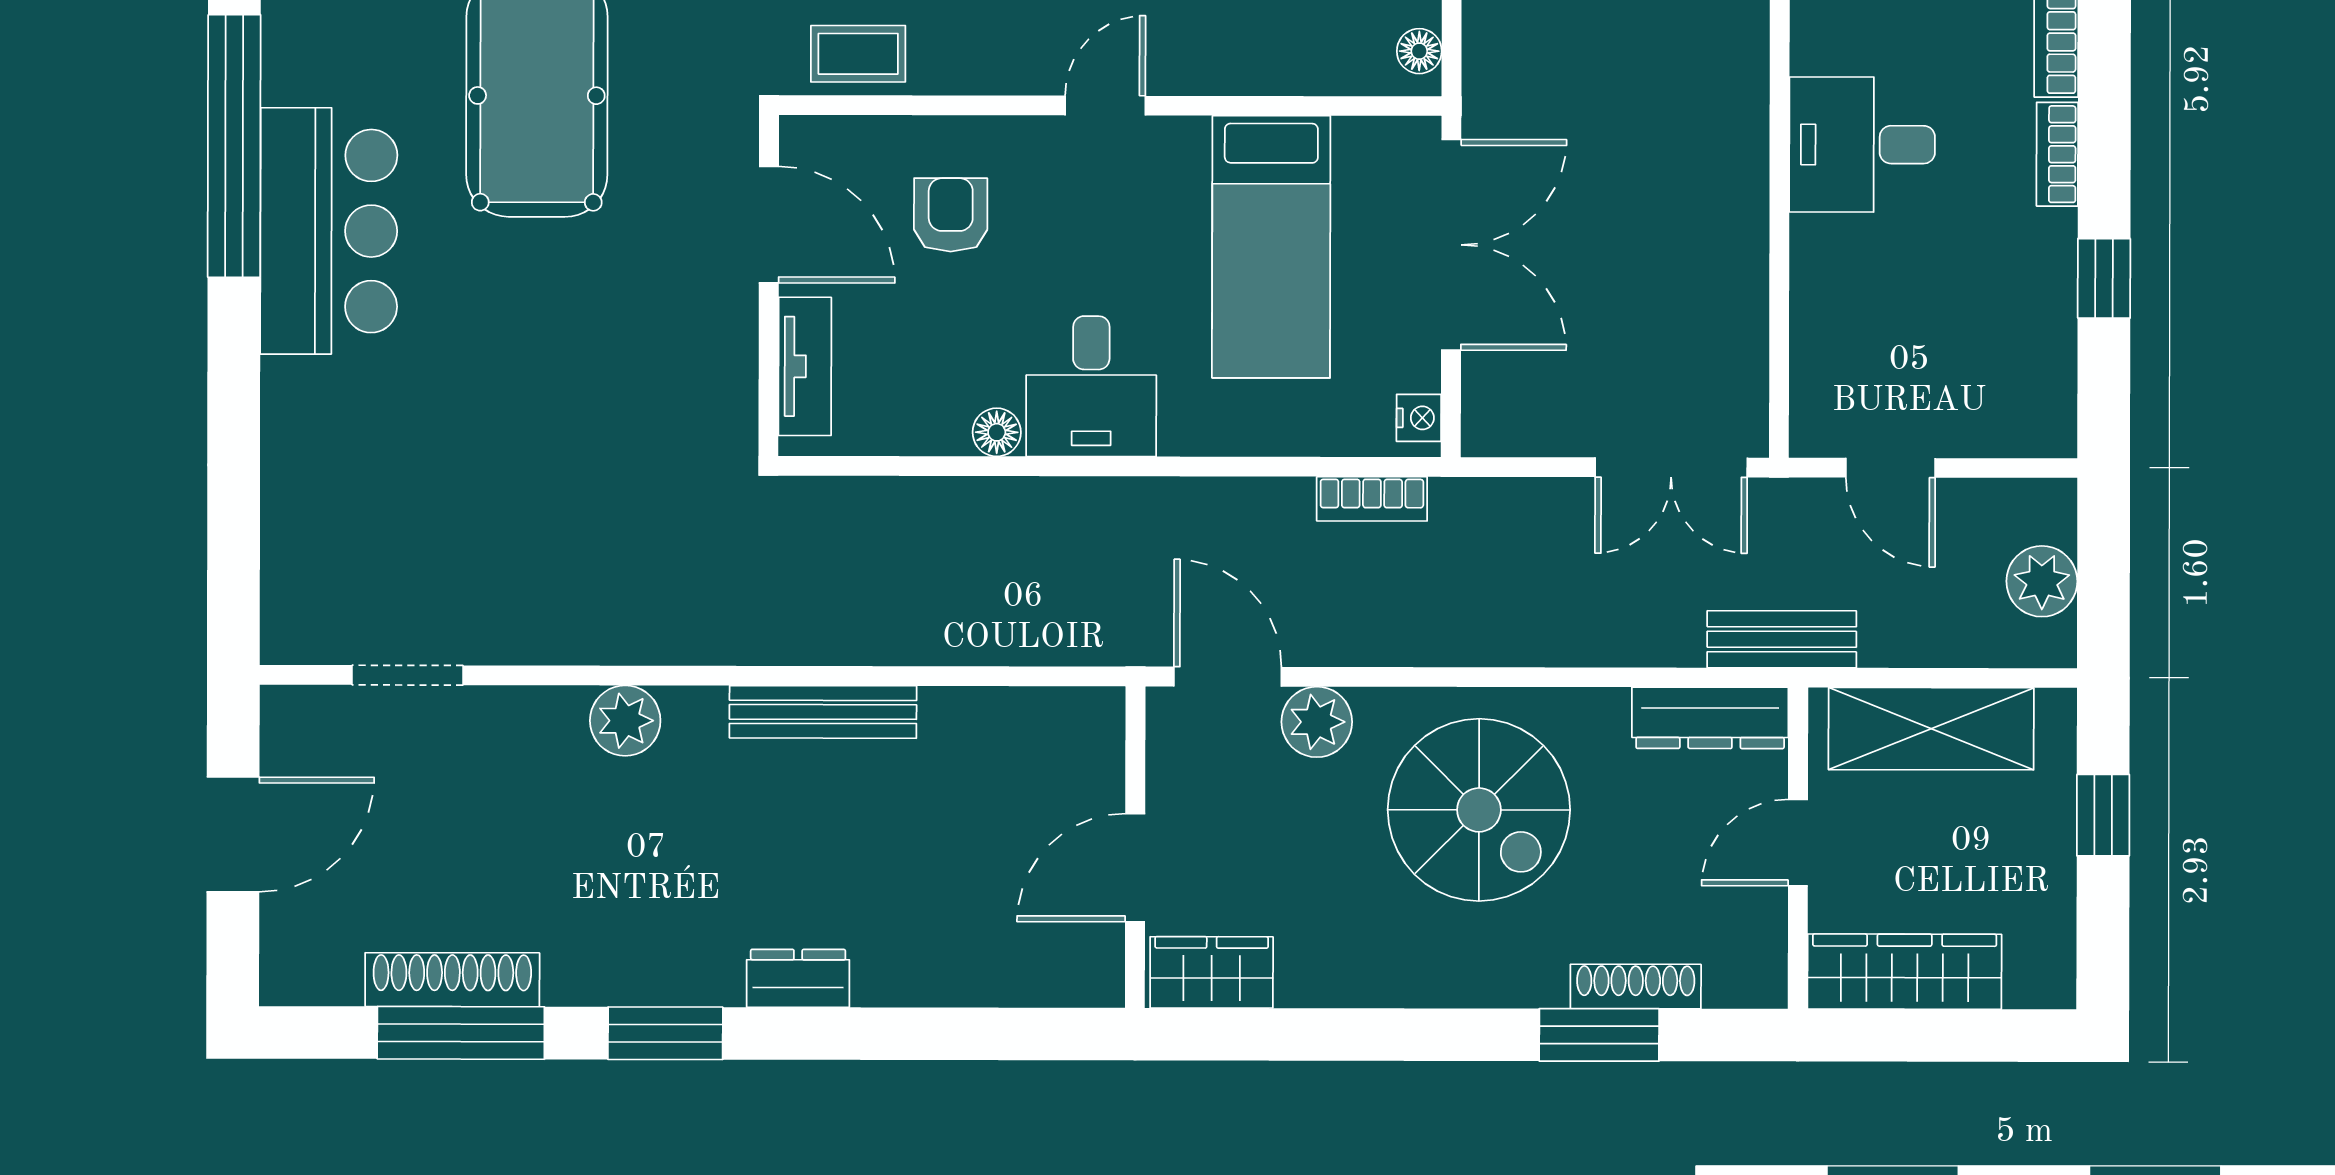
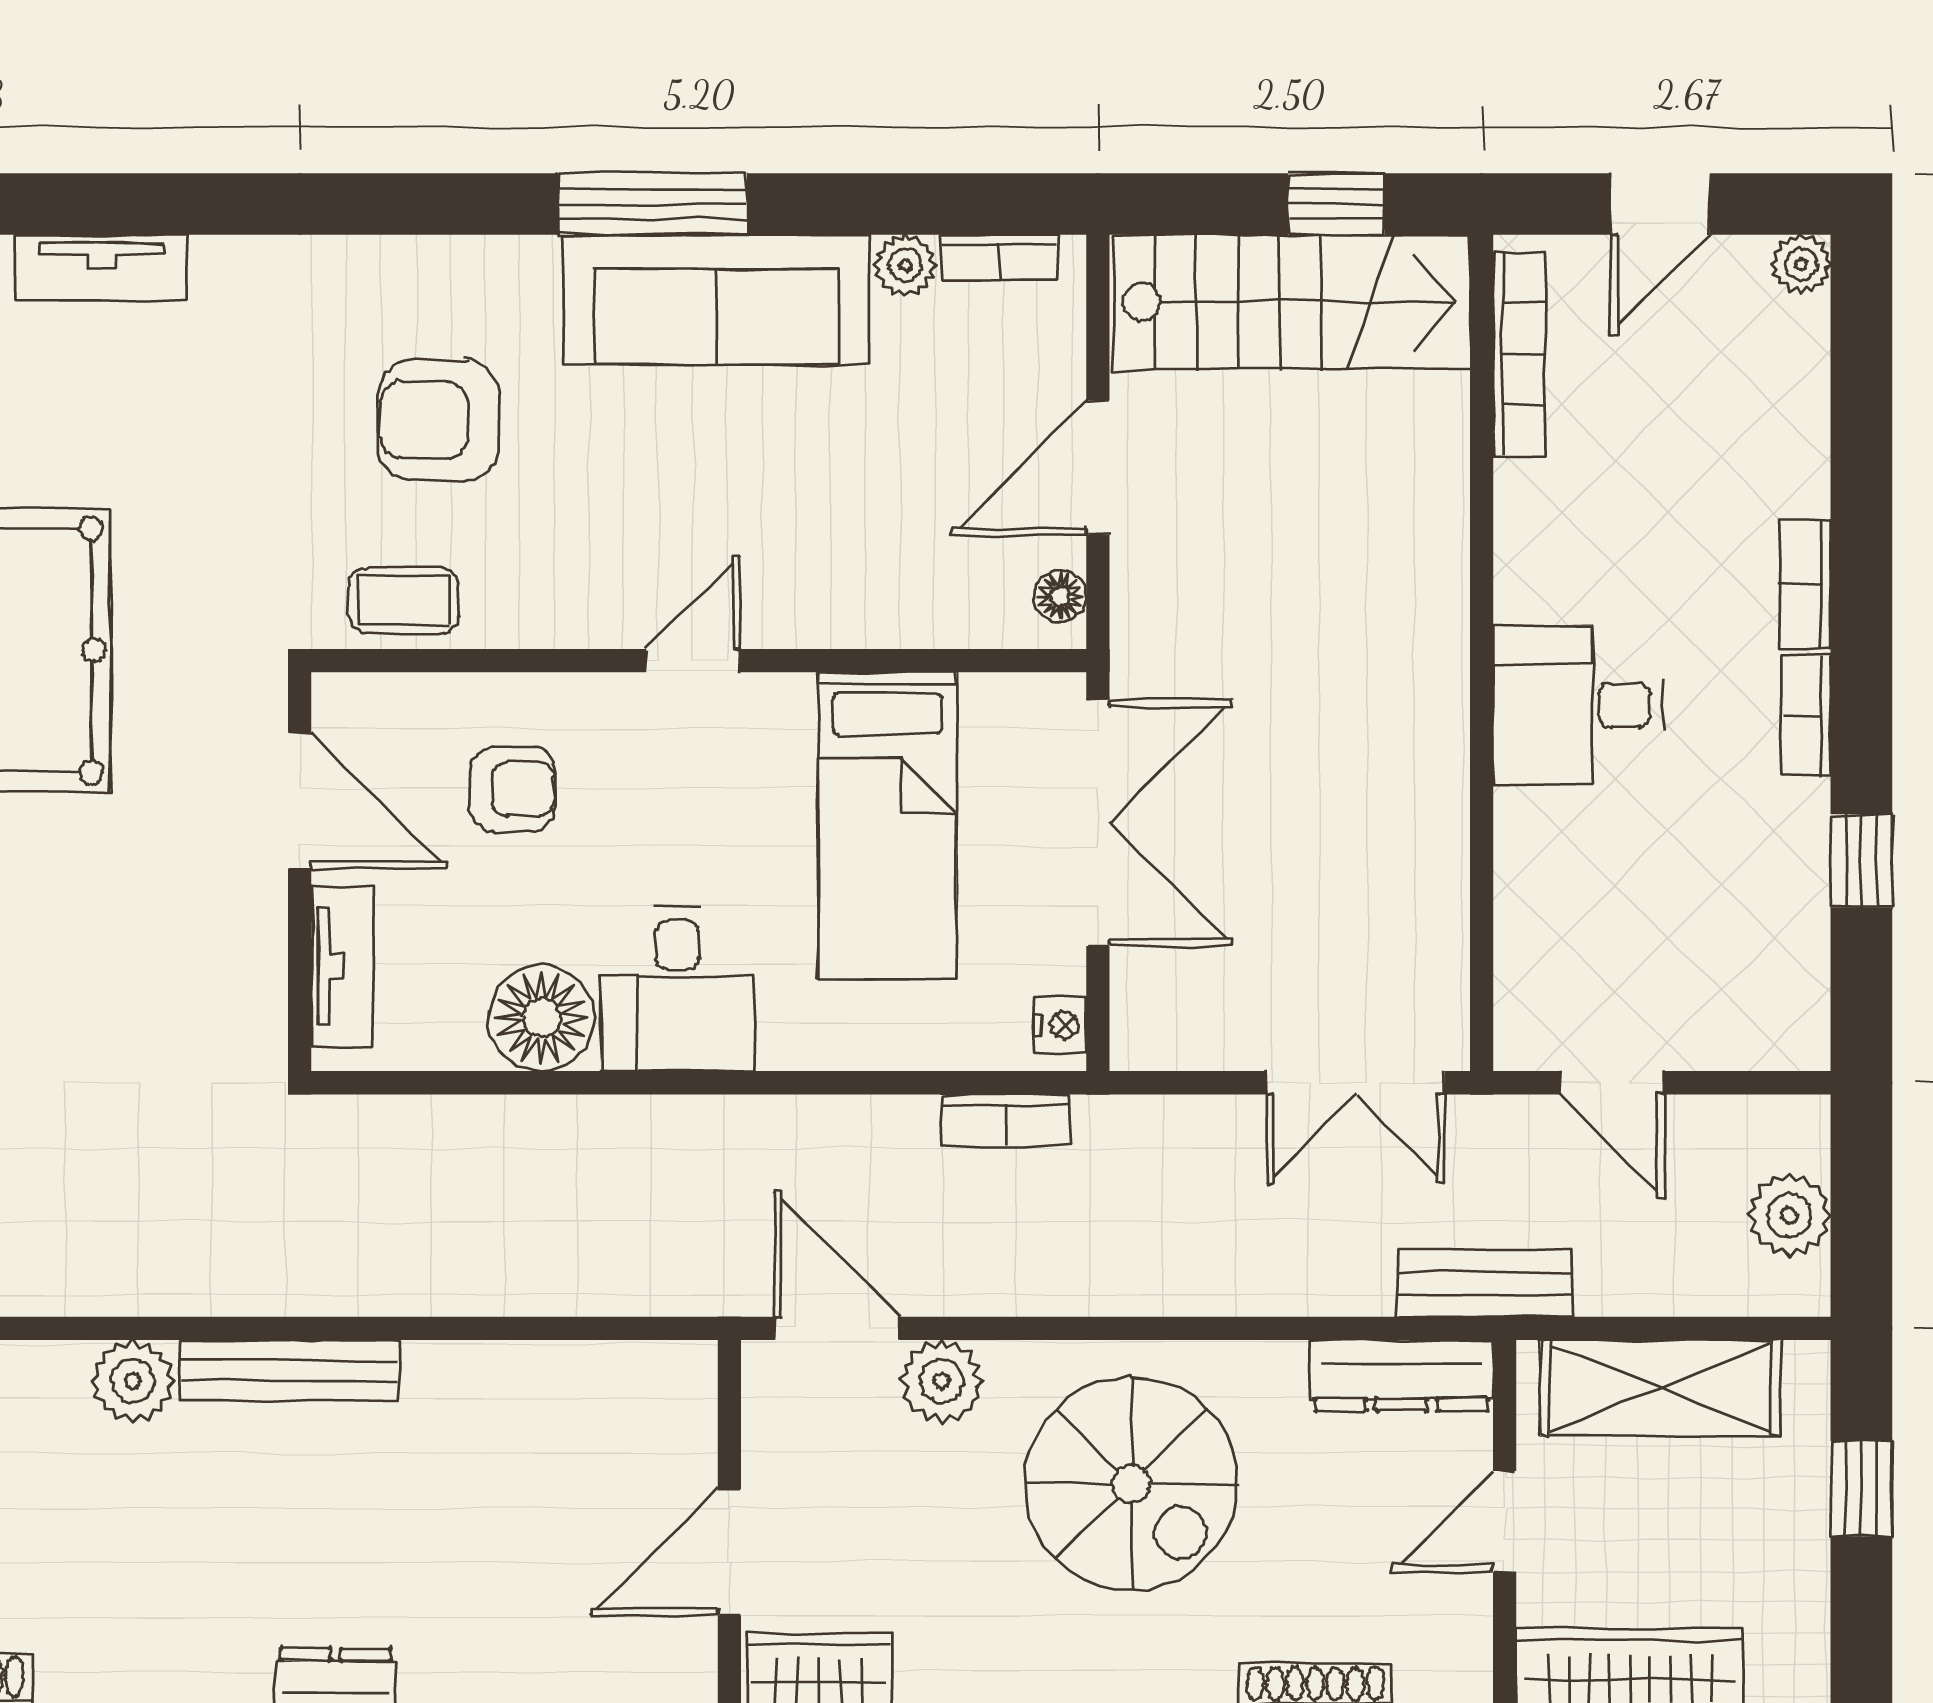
armchair: (951, 215) -> (512, 789), turned 90
floor lamp: (997, 432) -> (542, 1018), width x1.89, depth x1.89
bench: (823, 712) -> (289, 1370), moved

